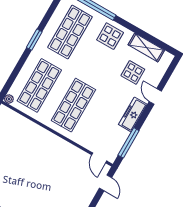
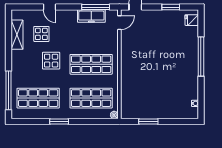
display table: (110, 36) -> (51, 61), moved
door: (155, 96) -> (50, 7), hinge flipped
freezer: (133, 114) -> (91, 16), moved

